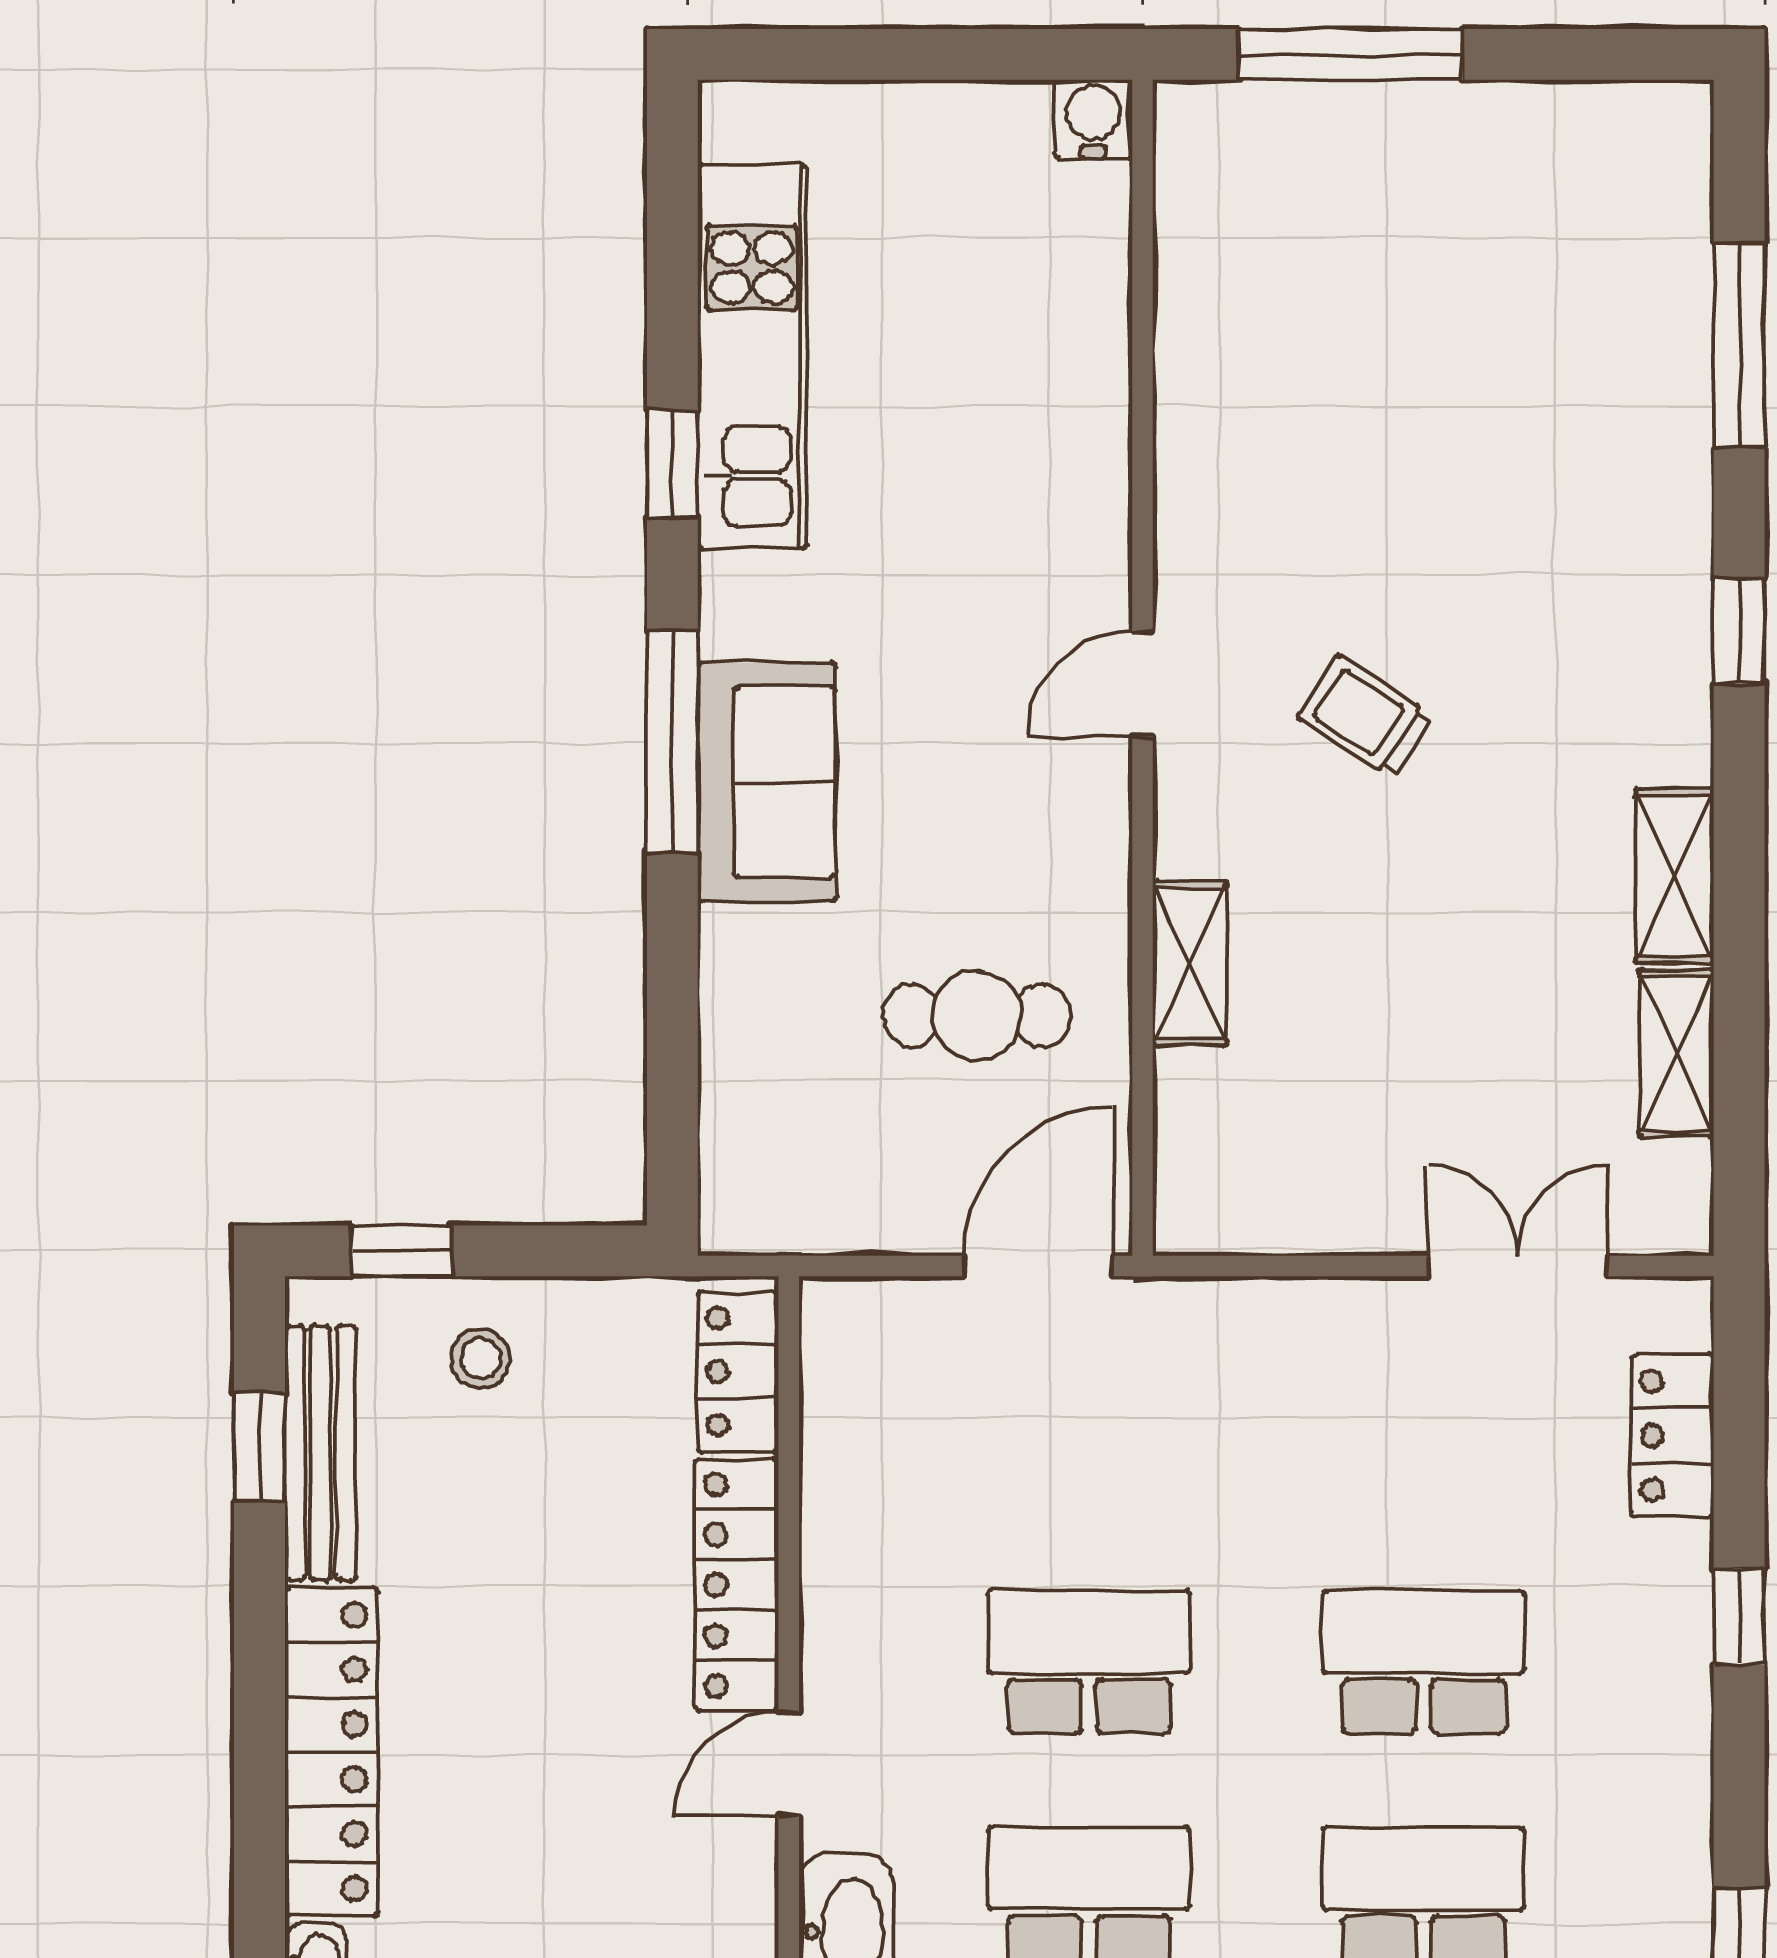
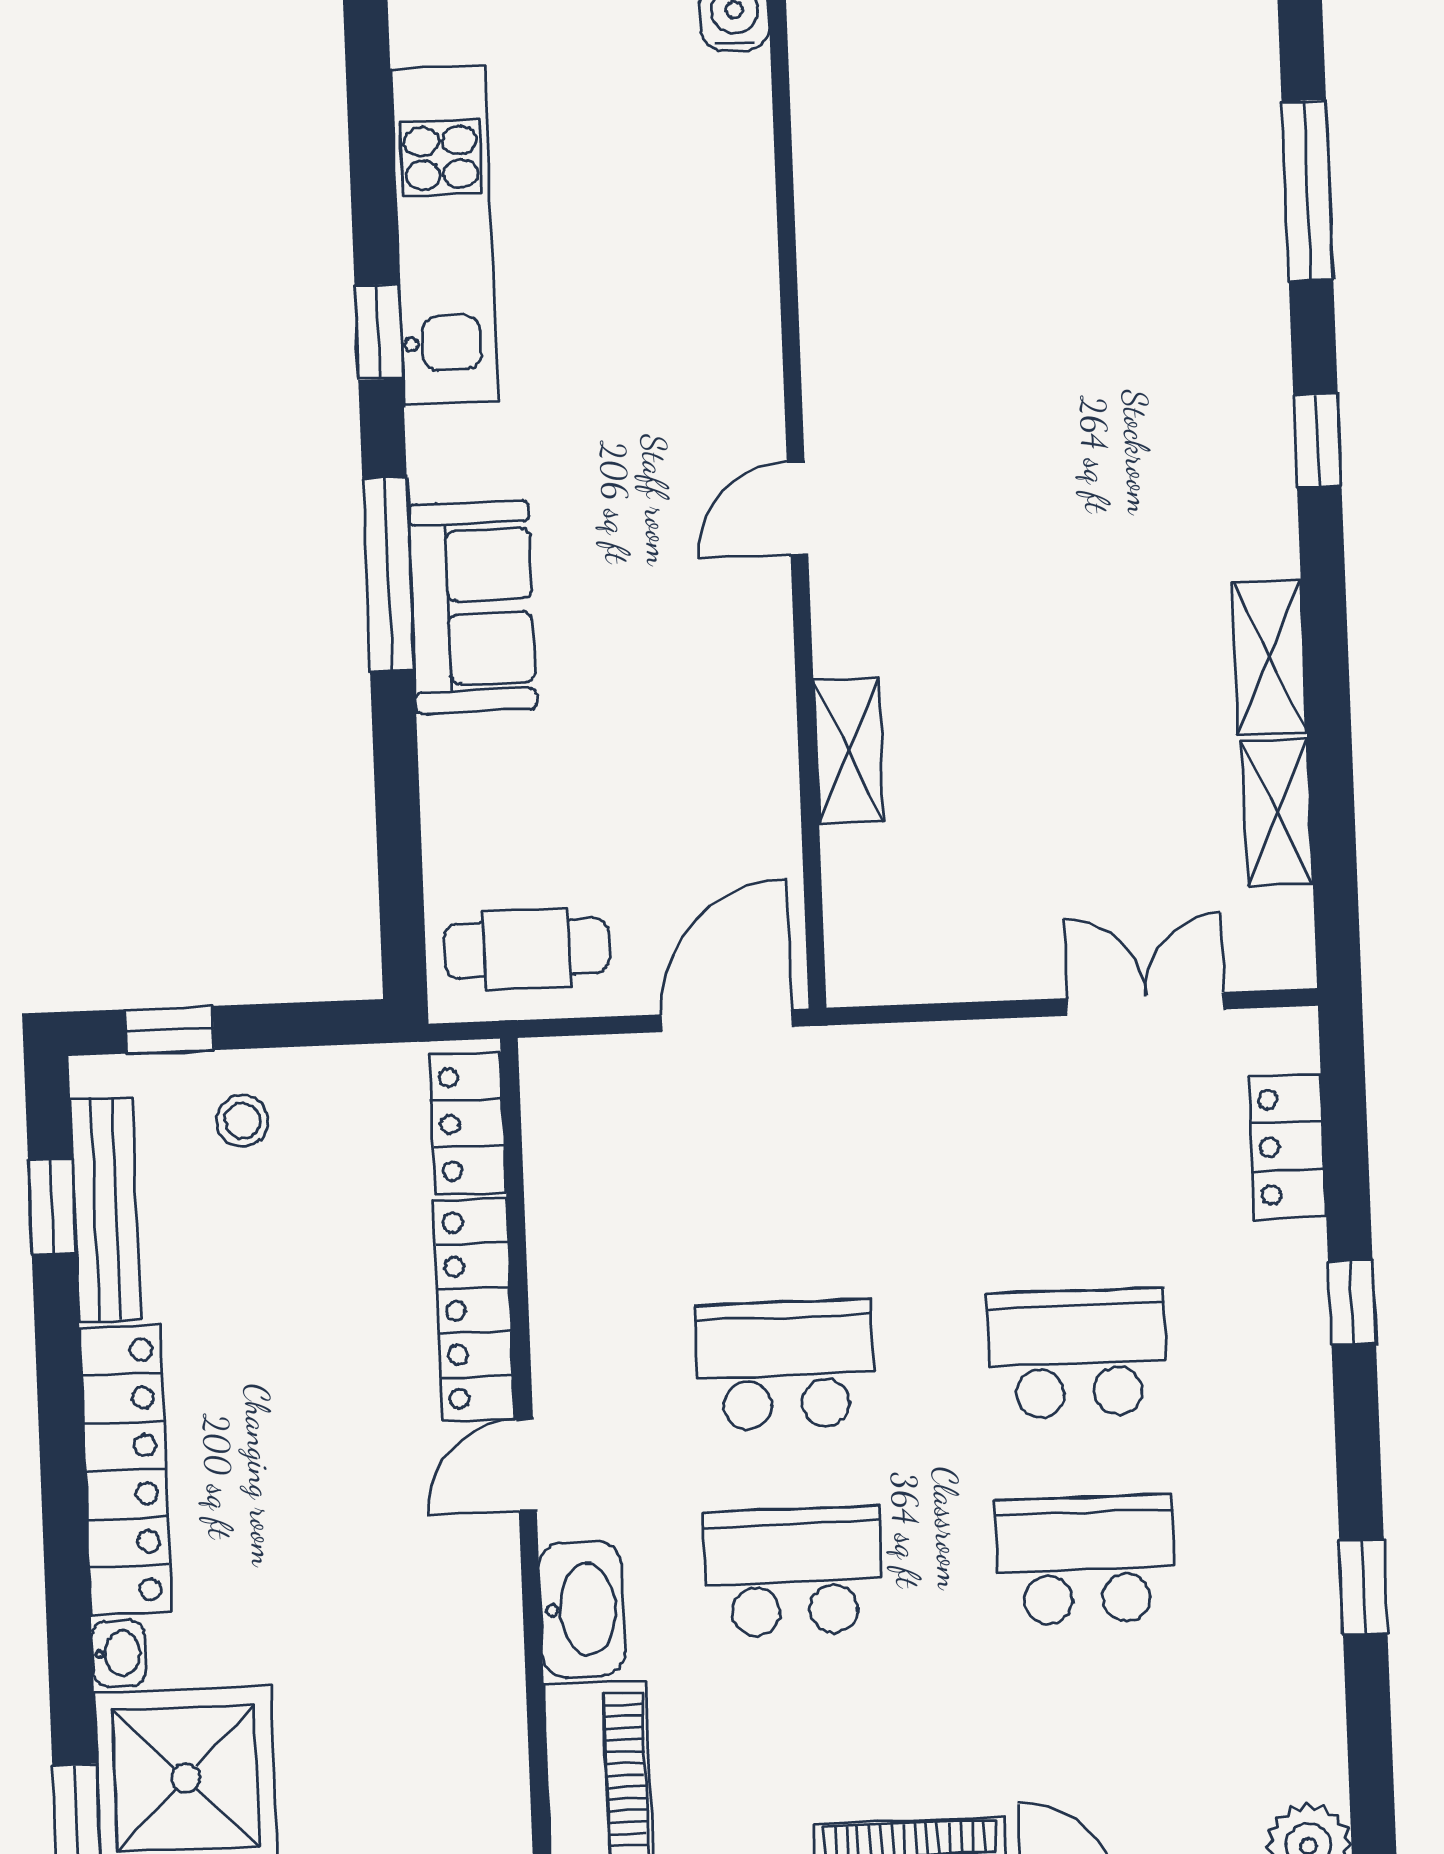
trolley: (1365, 716) -> (994, 528), removed
cafe table: (977, 1016) -> (527, 949), moved

